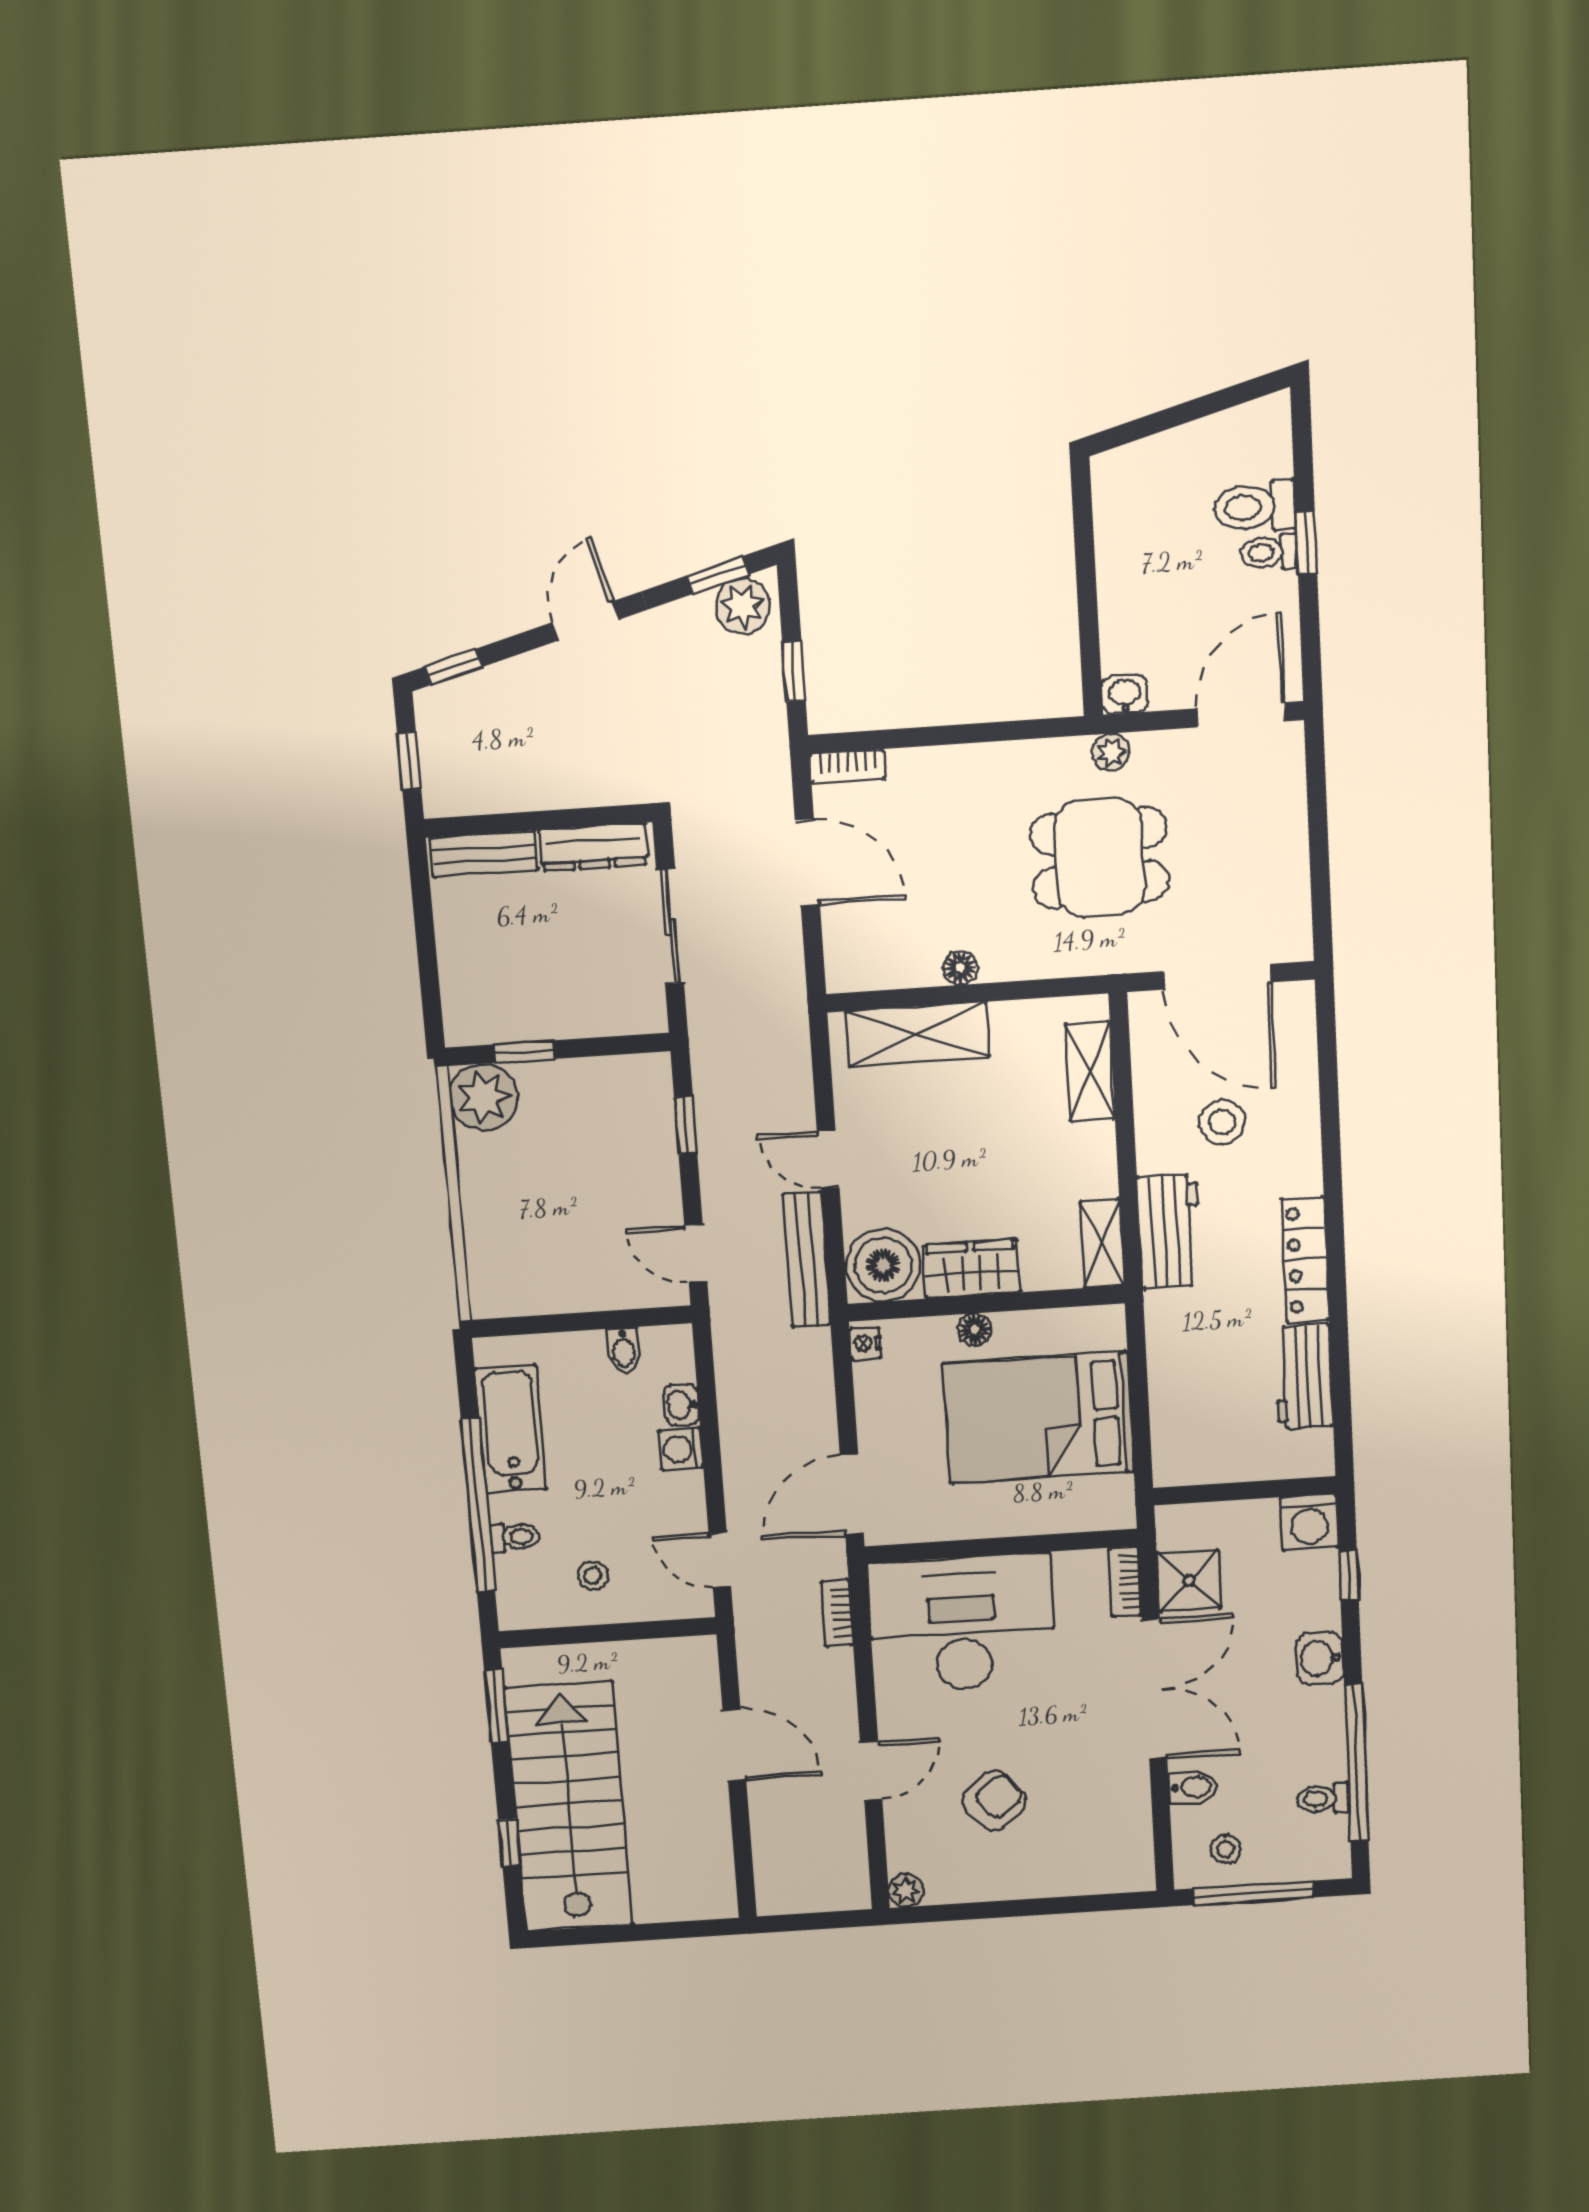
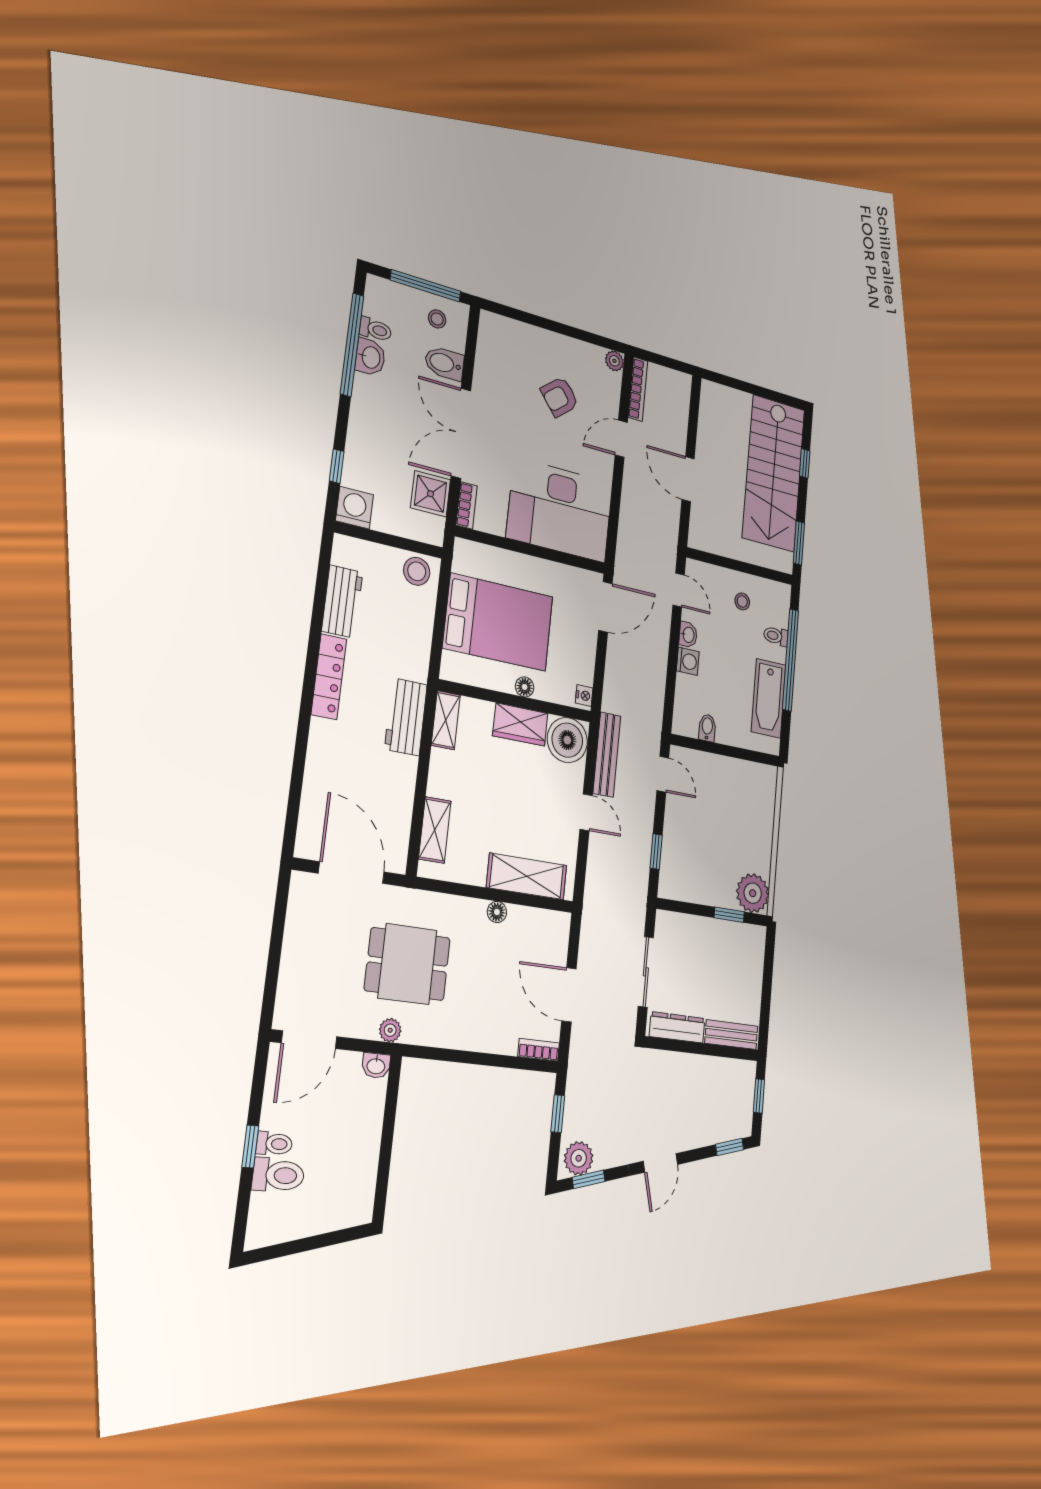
stool: (1222, 1122) -> (417, 571), moved
washbasin: (681, 1405) -> (688, 635), moved
bookcase: (837, 1613) -> (638, 389), moved, width x1.56
washbasin: (1320, 1658) -> (370, 357), moved
bidet: (1193, 1787) -> (444, 363), width x1.38, depth x1.36

